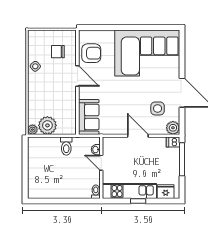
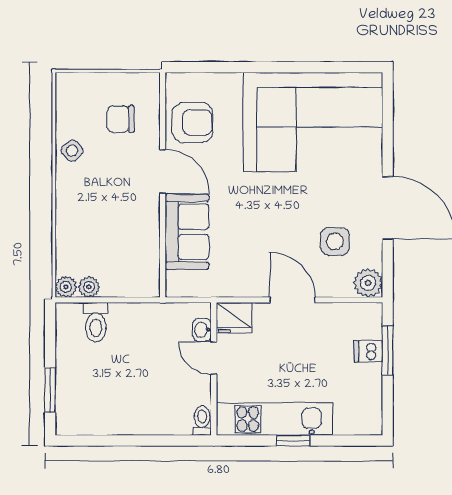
sofa: (89, 117) -> (187, 232), moved
plant: (47, 125) -> (89, 287), width x0.53, depth x0.53
dishwasher: (173, 142) -> (368, 351), moved
toilet: (66, 146) -> (96, 322), moved
window: (182, 159) -> (388, 351), width x0.69
window: (25, 178) -> (50, 390), added
fridge: (166, 192) -> (234, 318), moved, turned 180

